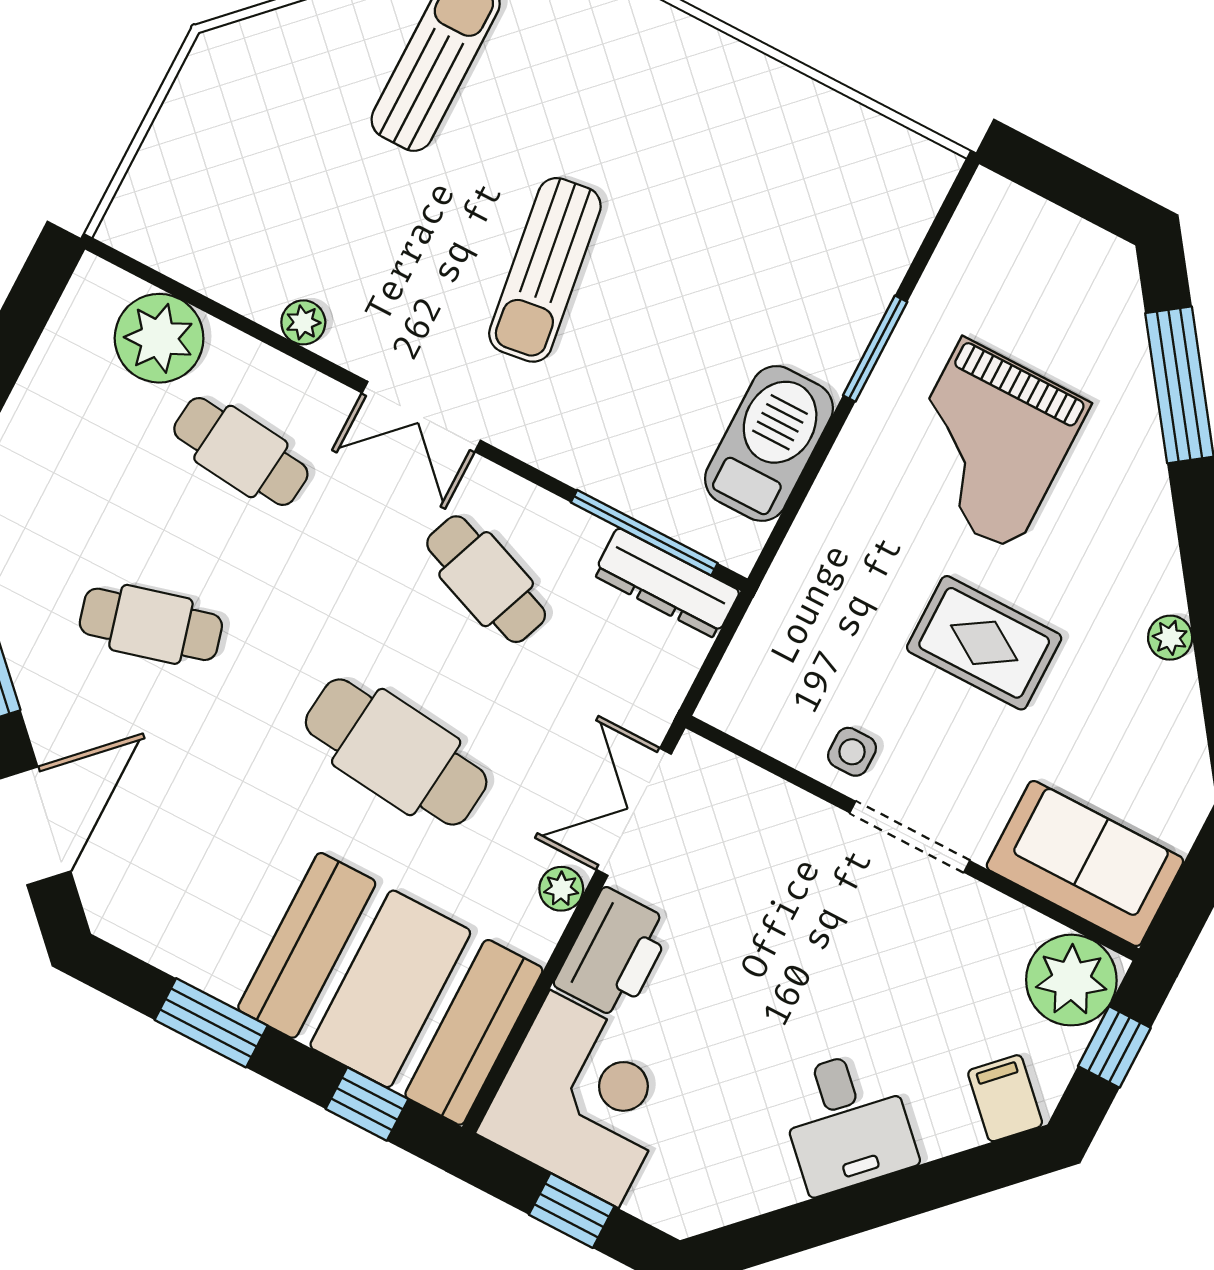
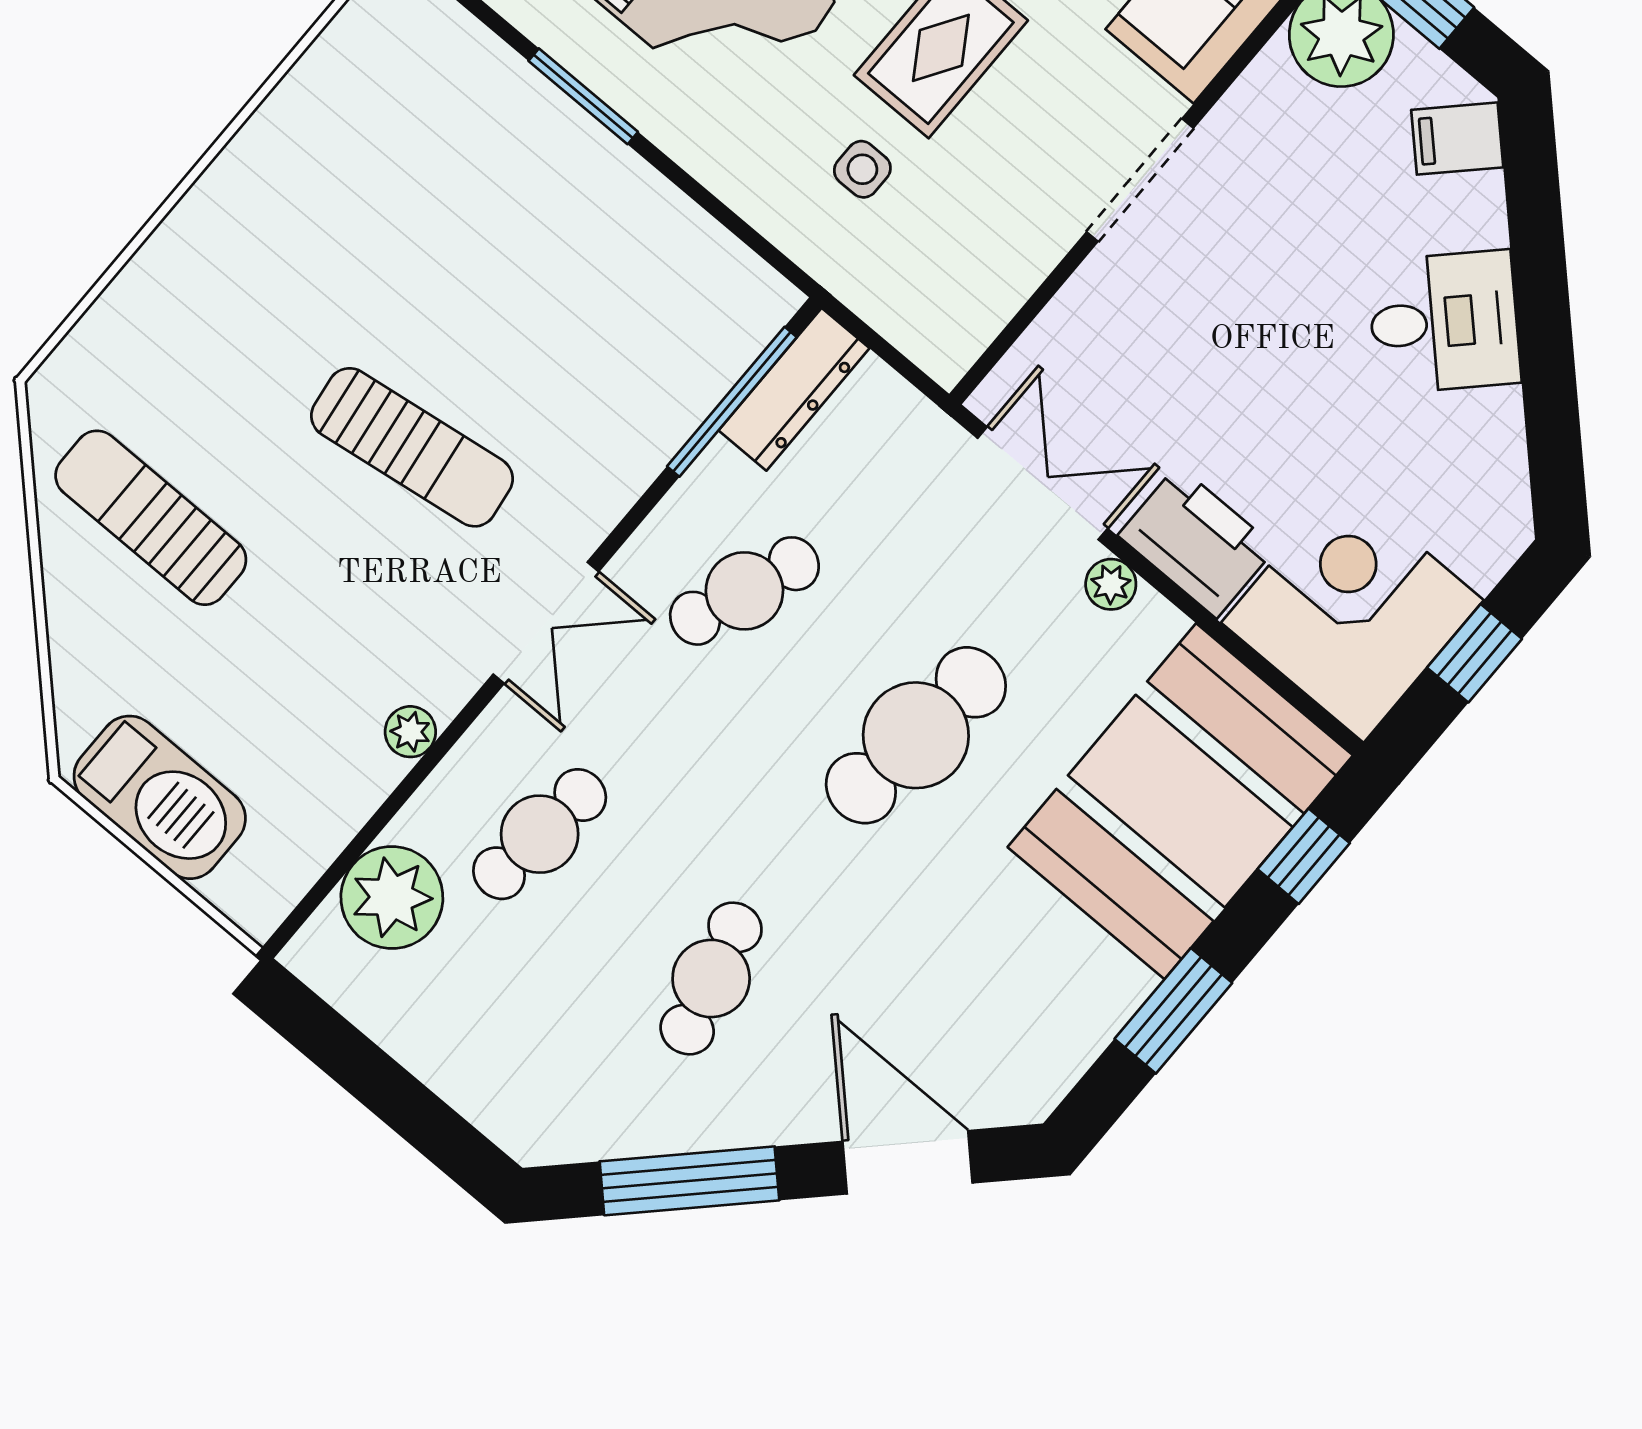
barbecue: (769, 443) -> (160, 797), moved, turned 180
side table: (852, 752) -> (862, 169), moved
double door: (634, 812) -> (1043, 483), swing flipped

